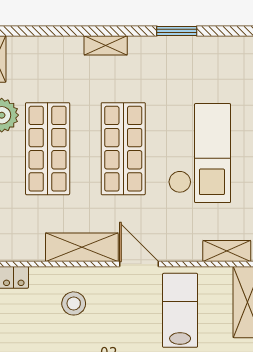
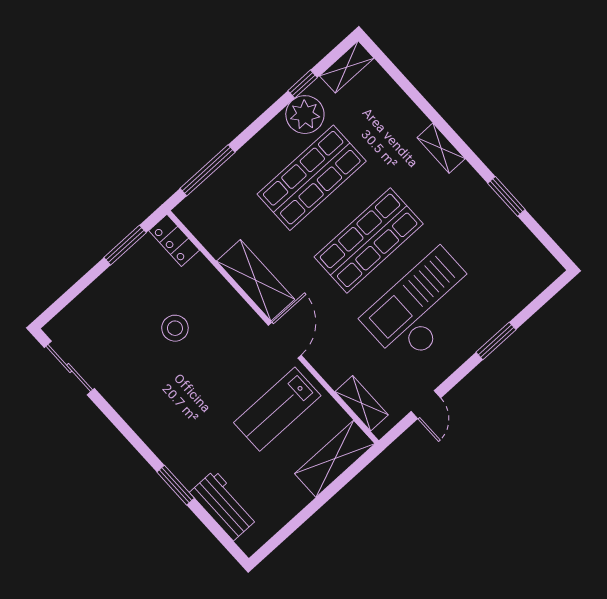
checkout: (200, 153) -> (422, 307), turned 180
stool: (74, 303) -> (175, 328), moved
lab bench: (180, 310) -> (277, 409), turned 180

